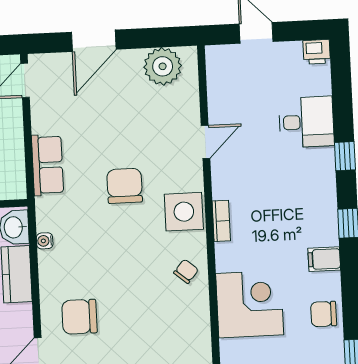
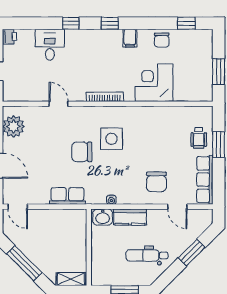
side table: (184, 212) -> (111, 139), moved
bookcase: (221, 221) -> (105, 97), width x1.56
chair: (186, 271) -> (133, 119), removed

